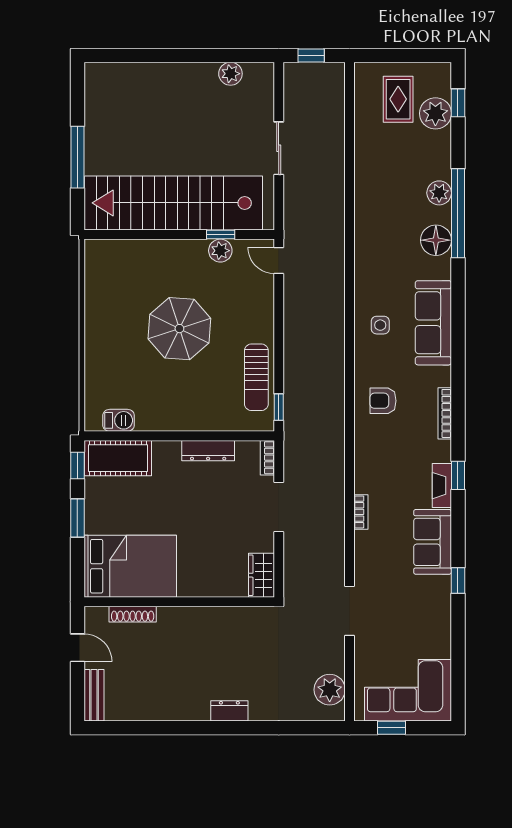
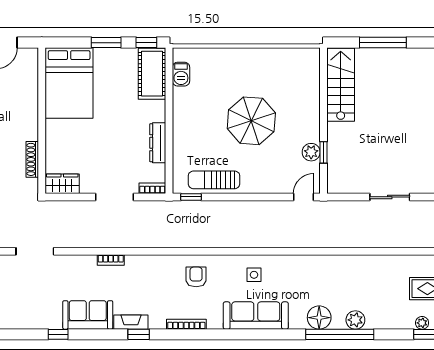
plant: (435, 113) -> (422, 323), width x0.53, depth x0.53
stairs: (174, 203) -> (341, 85), width x0.54, depth x0.66
shoe rack: (133, 614) -> (32, 159), moved

